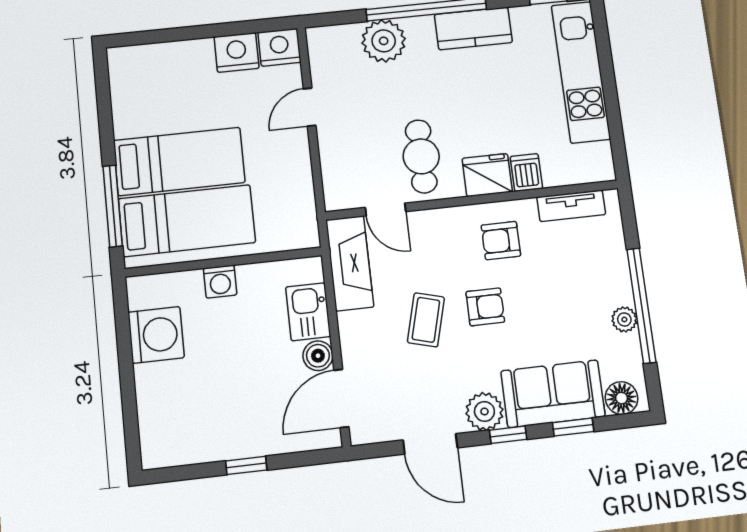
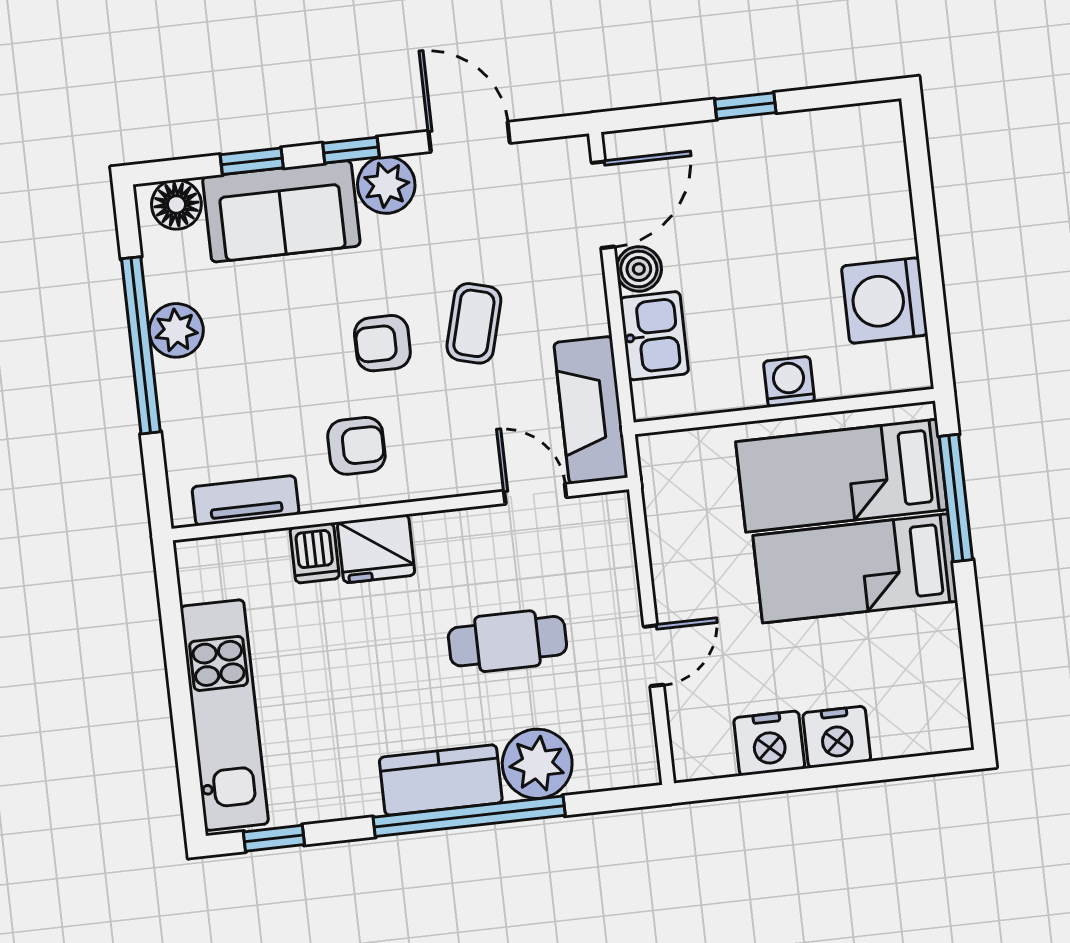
kitchen counter: (473, 28) -> (441, 780), moved
nightstand: (279, 47) -> (837, 737), moved
cafe table: (421, 156) -> (507, 641), moved, turned 90
plant: (624, 319) -> (176, 330), width x1.38, depth x1.38

